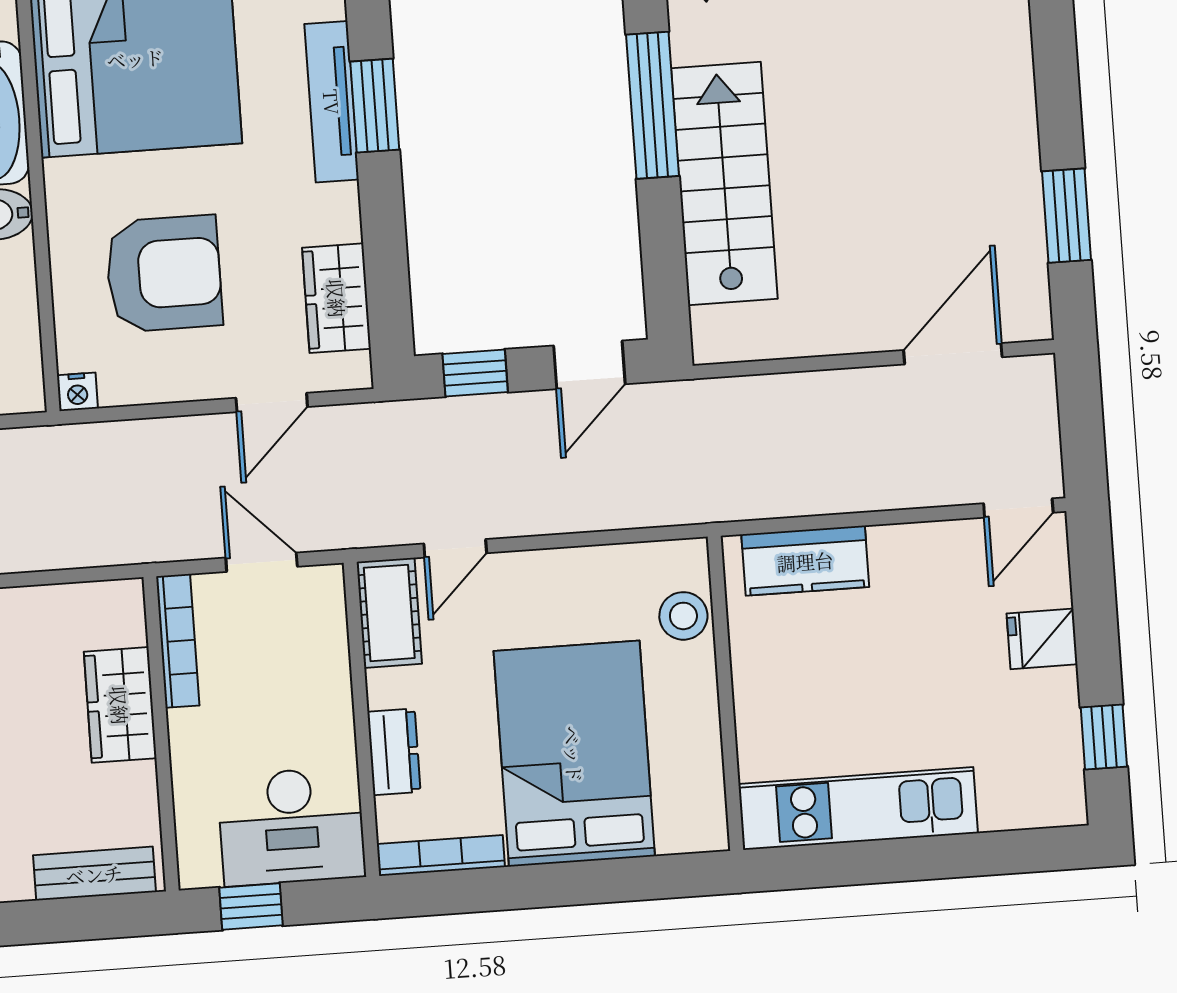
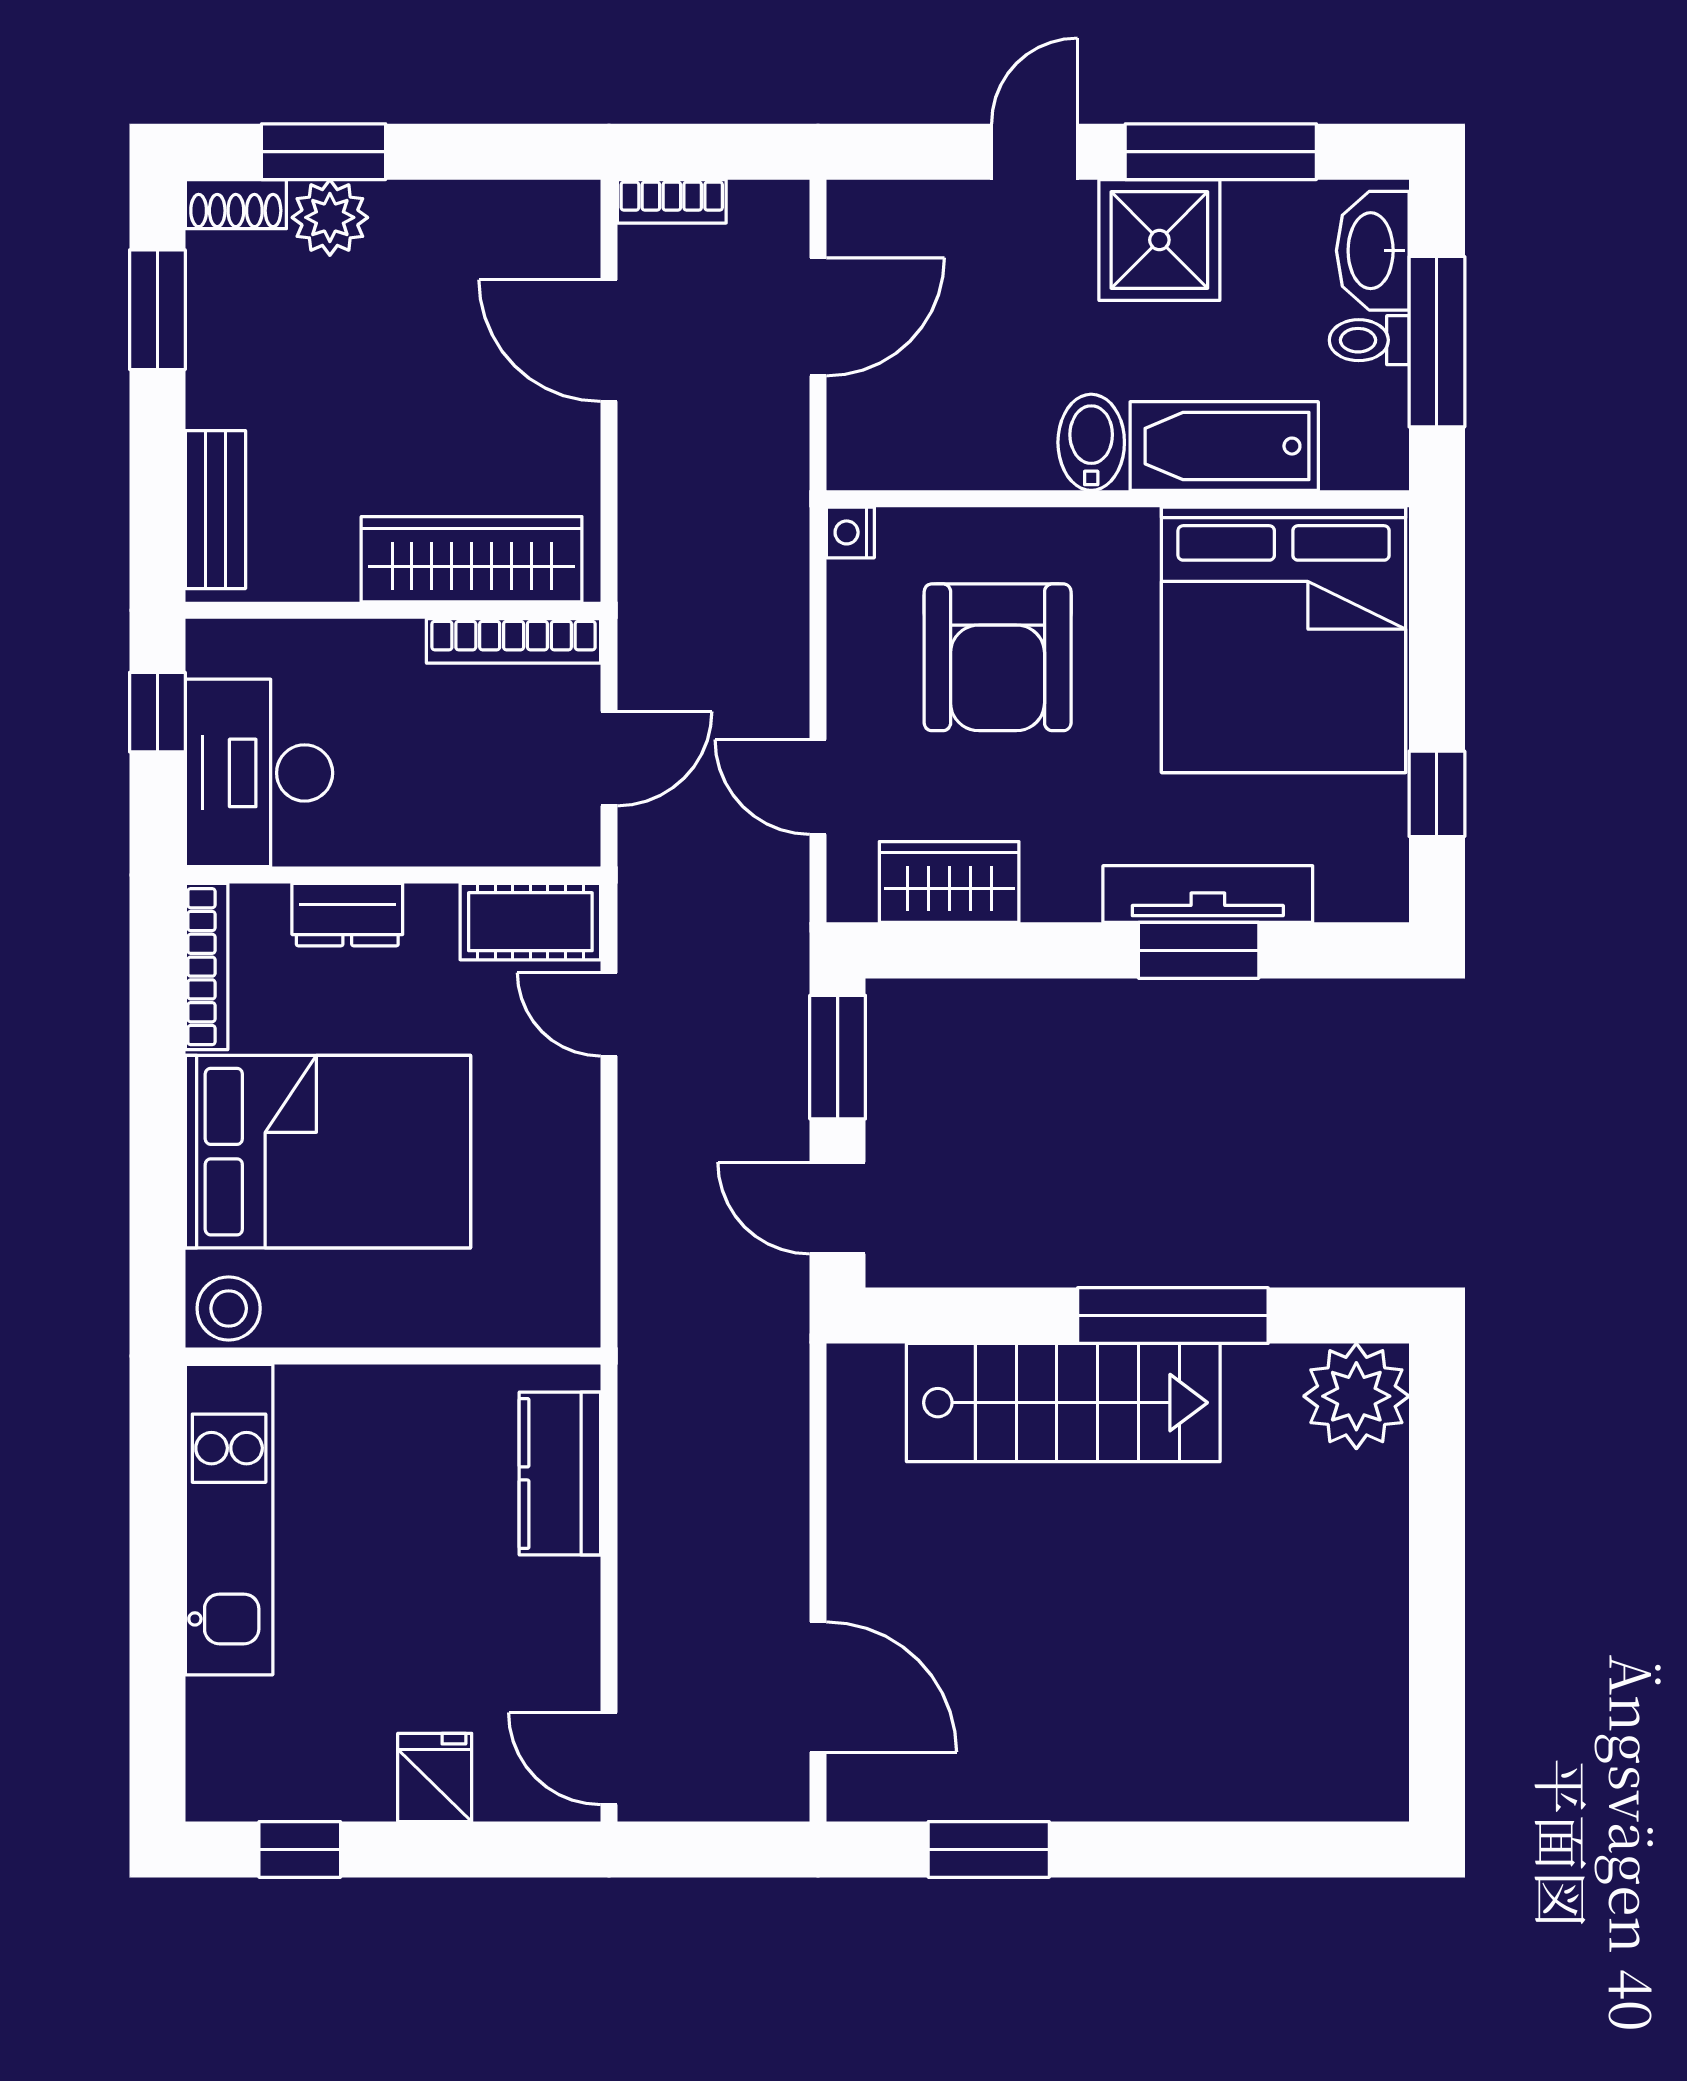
window: (475, 373) -> (838, 1057), width x1.50
stool: (683, 616) -> (229, 1308), moved
wardrobe: (120, 705) -> (472, 559), width x1.50

